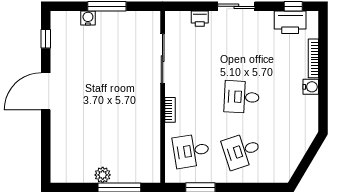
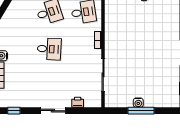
water cooler: (88, 18) -> (138, 103), moved
printer: (290, 22) -> (16, 100), removed

